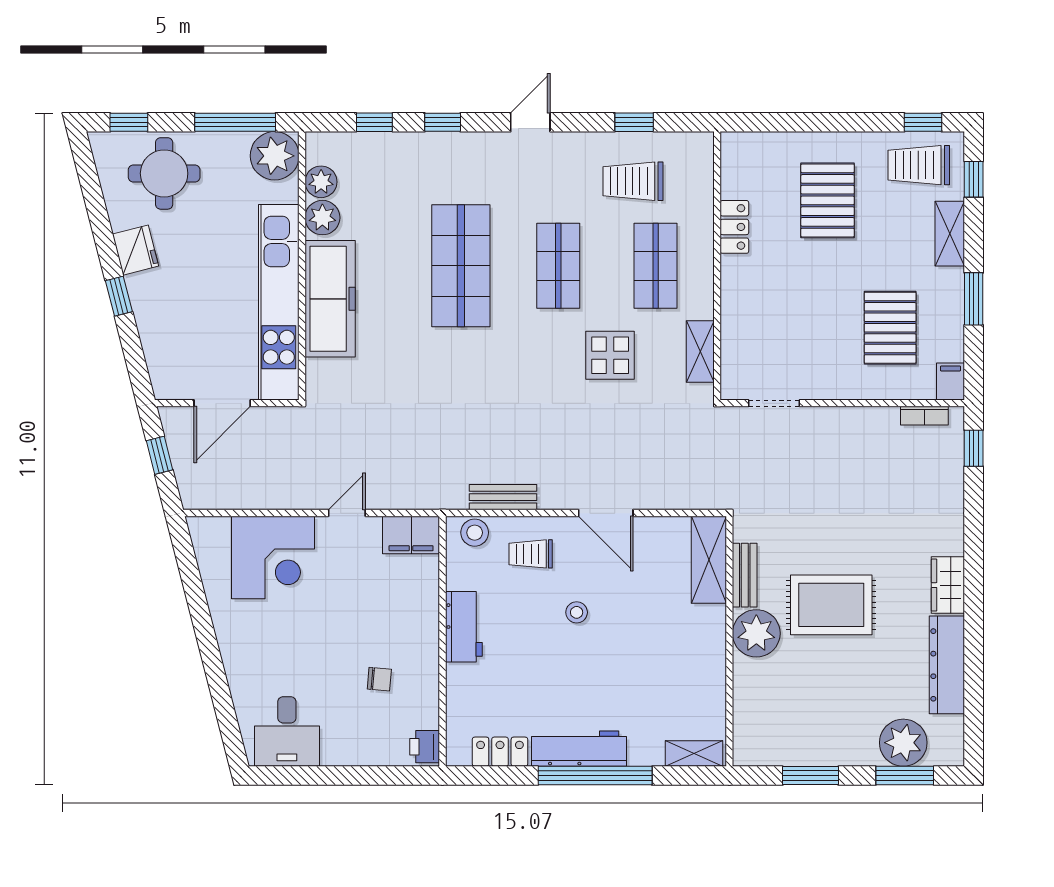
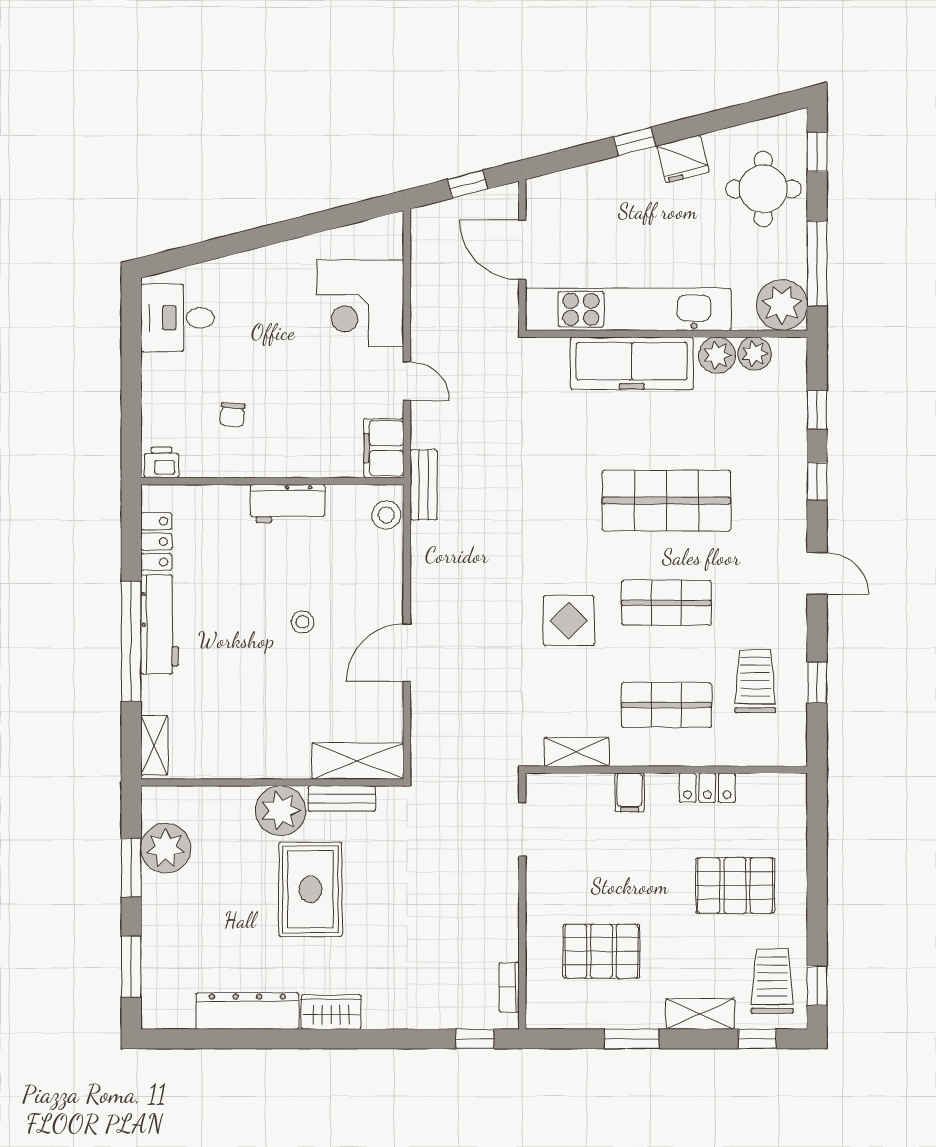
display table: (610, 355) -> (569, 621), moved
filing cabinet: (951, 381) -> (630, 792), moved, turned 90
bench: (503, 497) -> (424, 485), moved
trolley: (531, 554) -> (364, 574), removed
plant: (903, 743) -> (166, 848), moved

